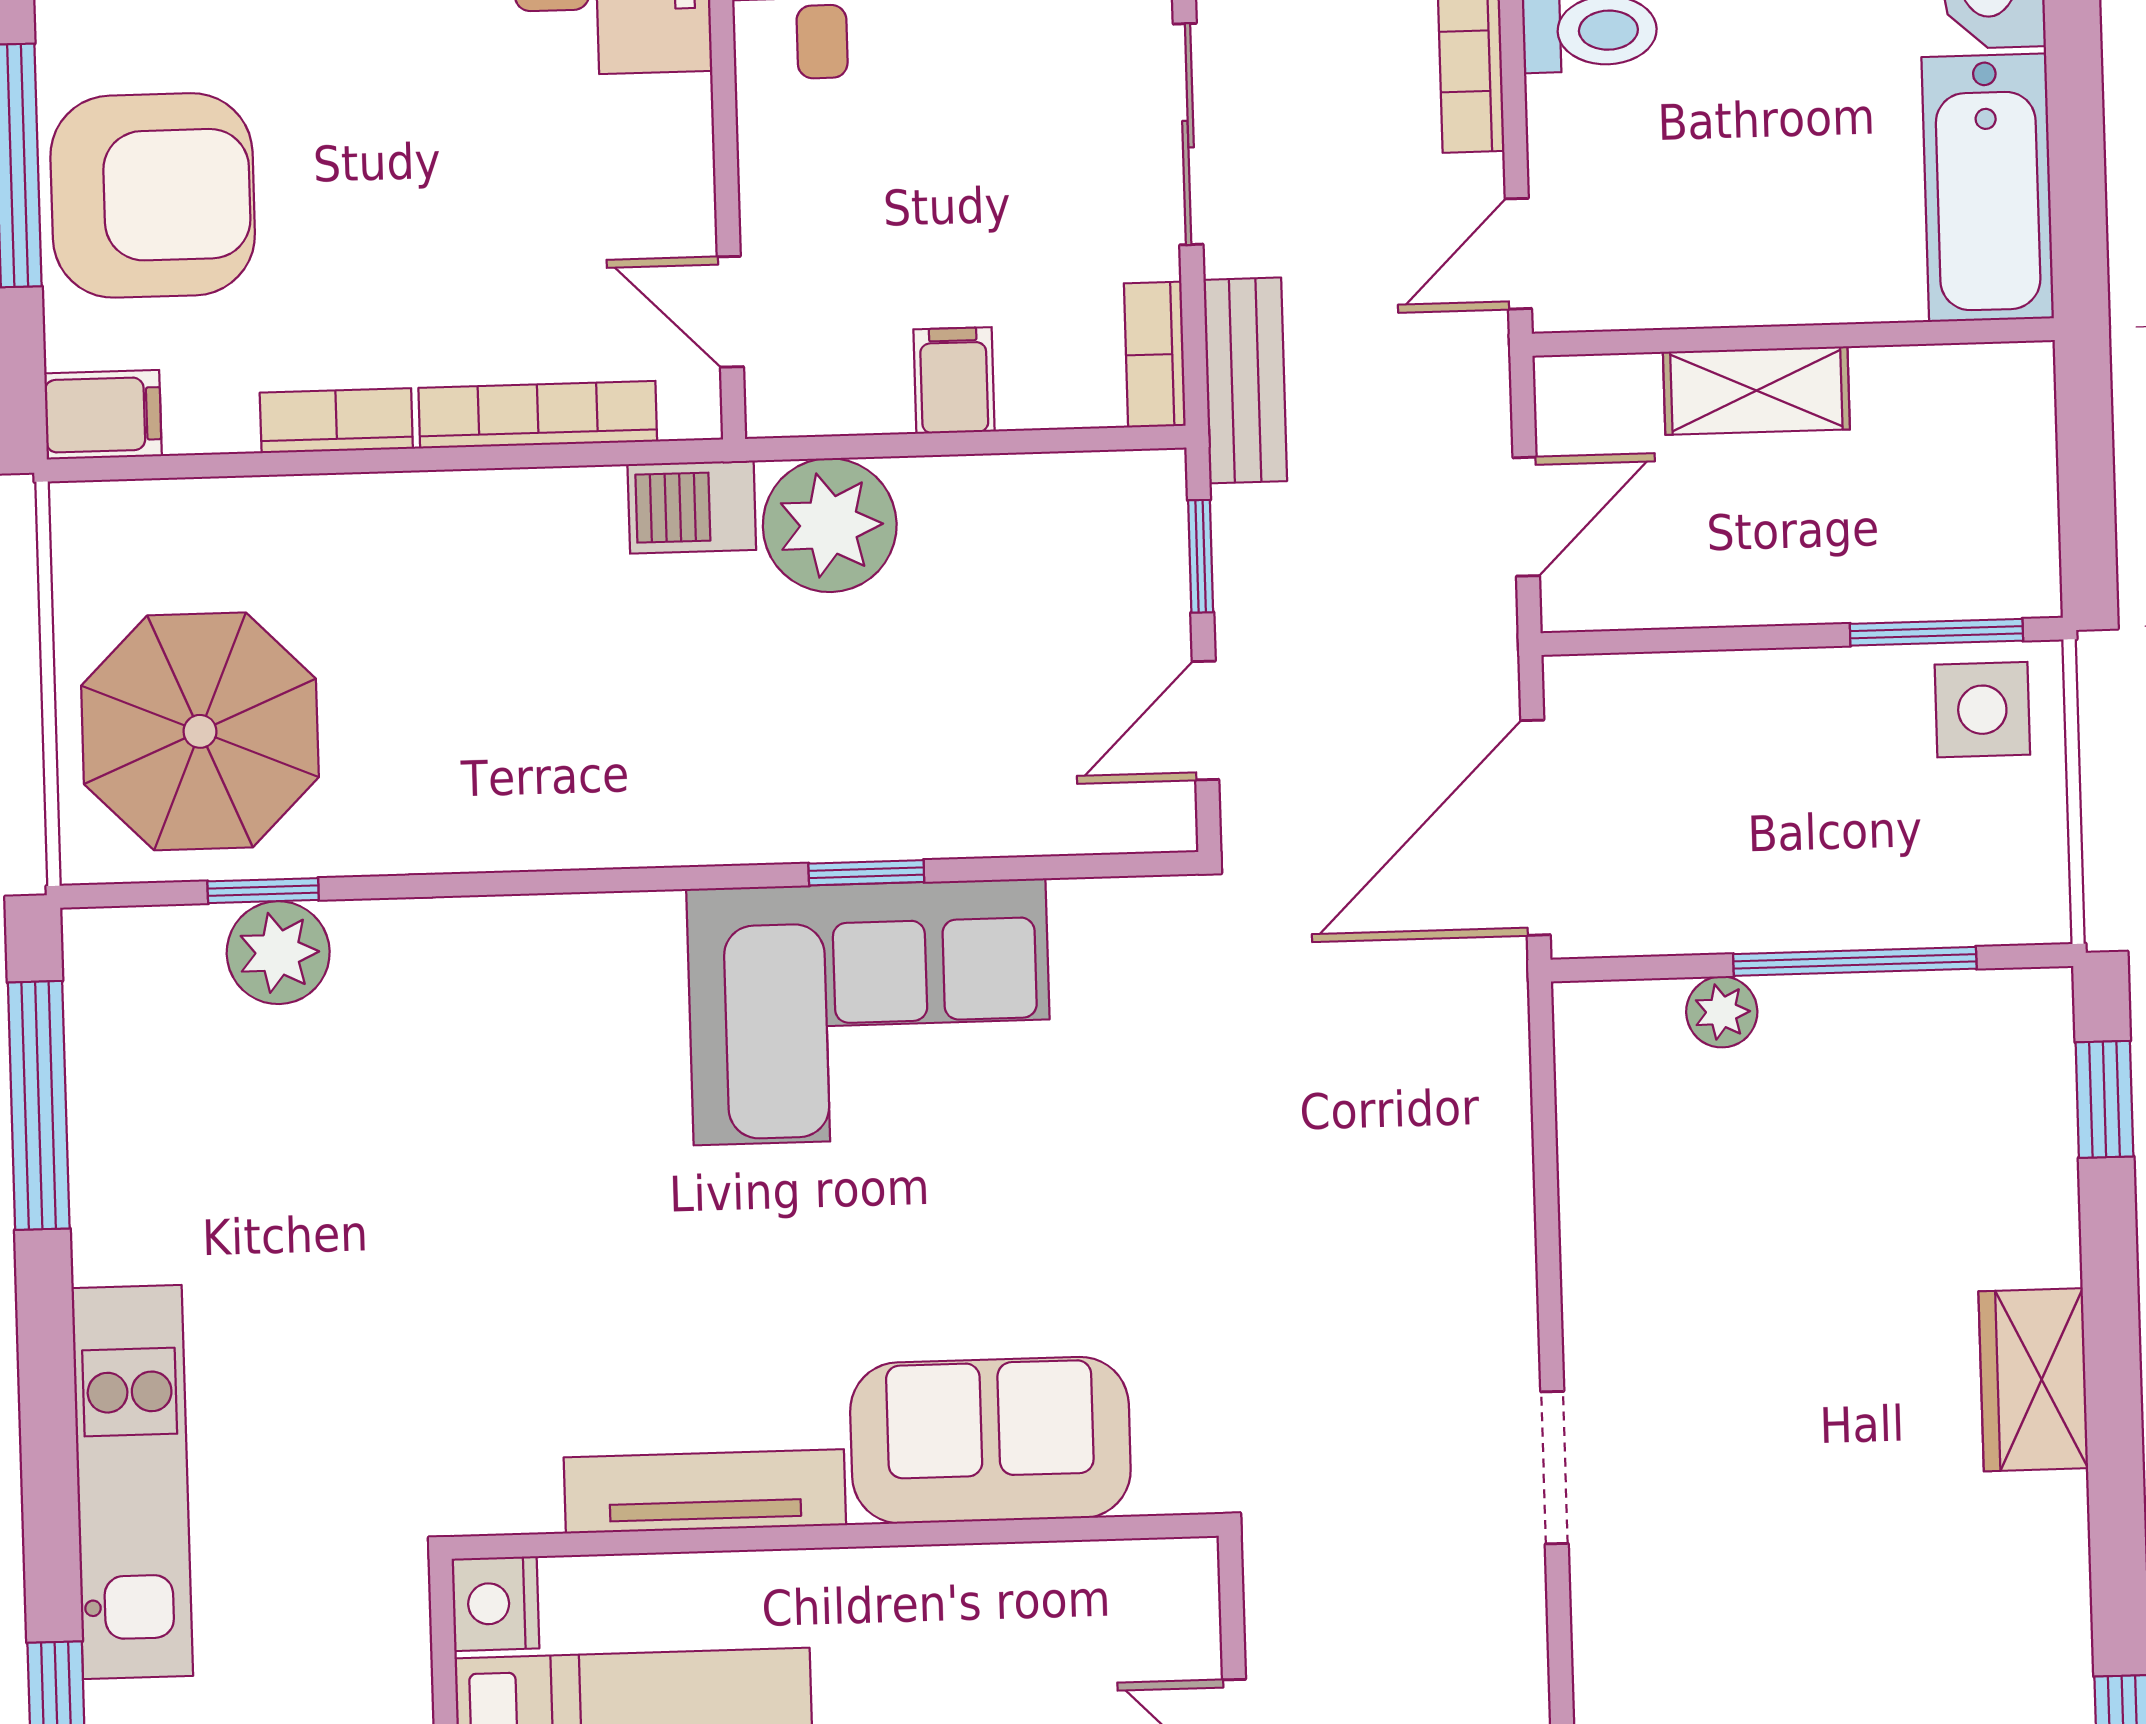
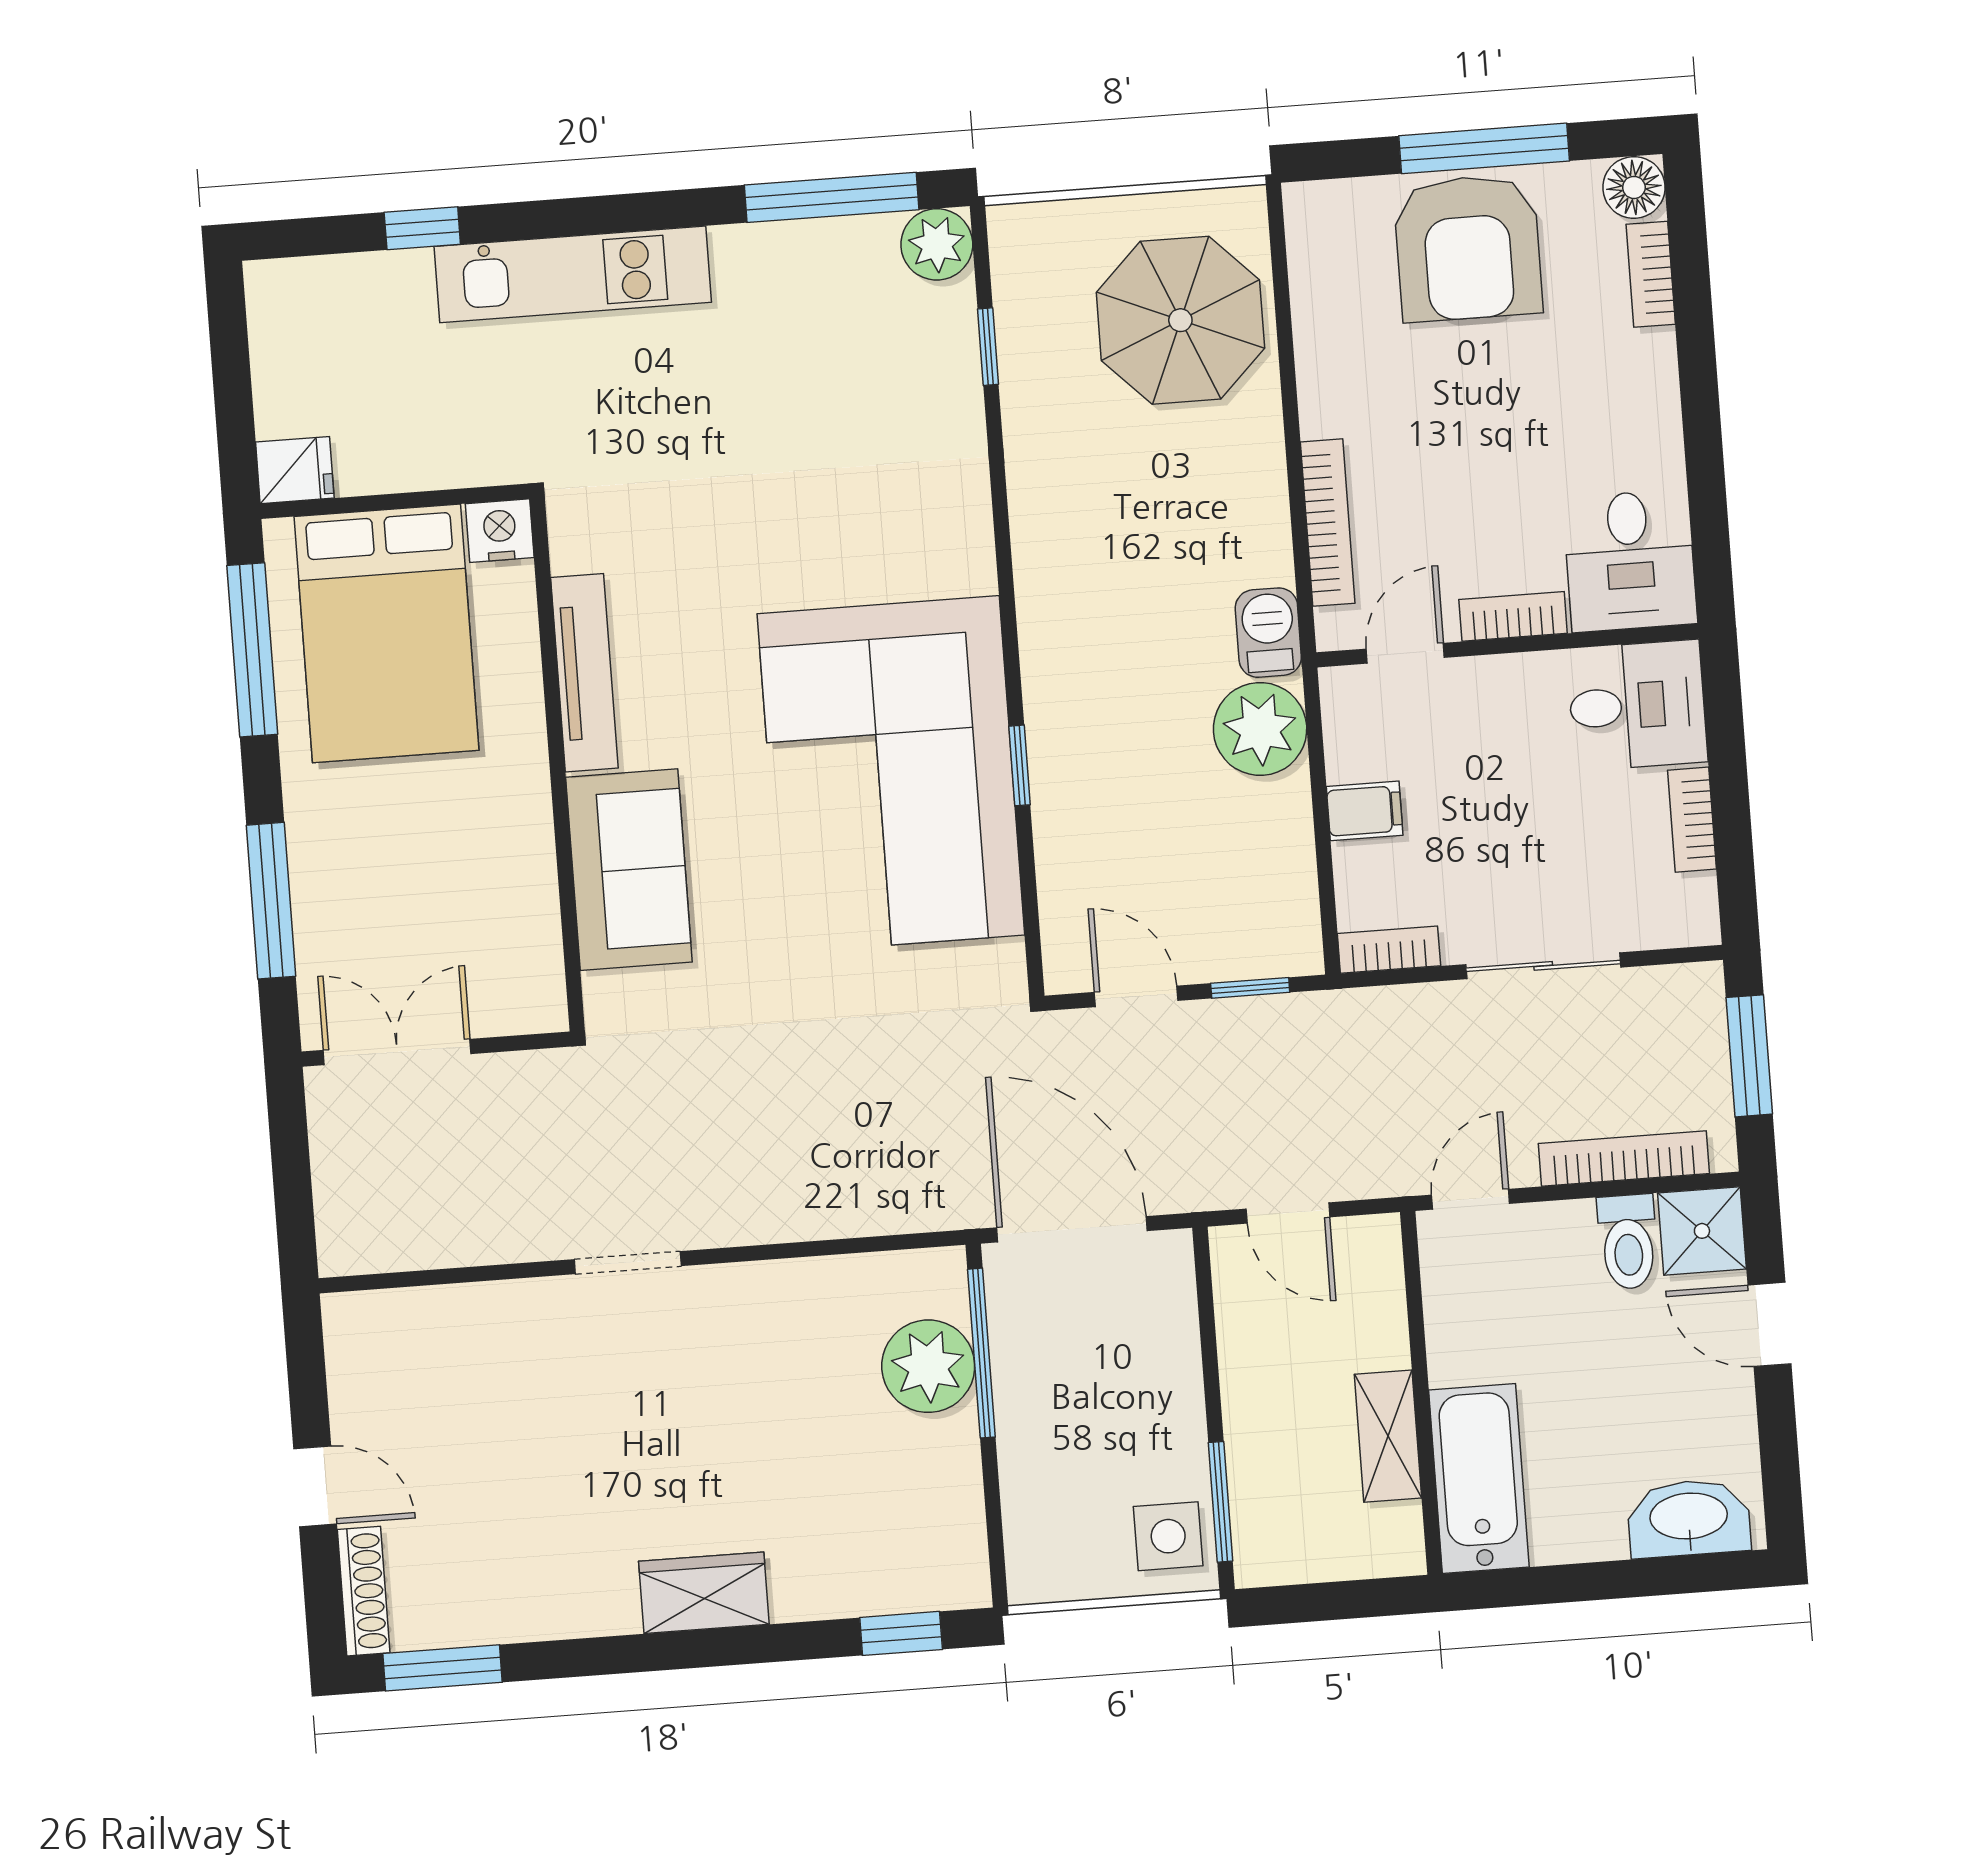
bathtub: (1988, 188) -> (1479, 1478), moved, turned 90
door: (1518, 254) -> (1471, 1199), hinge flipped
bench: (1245, 380) -> (1374, 1013), removed
shelving: (1756, 391) -> (1388, 1436), moved
filing cabinet: (103, 415) -> (1314, 220), removed
bookcase: (336, 421) -> (1513, 616), moved, turned -90
parasol: (200, 731) -> (1180, 320), moved
plant: (278, 953) -> (937, 244), moved
window: (1855, 961) -> (981, 1353), moved
corner sofa: (870, 1012) -> (891, 774), width x1.36, depth x1.36
plant: (1722, 1012) -> (928, 1366), width x1.88, depth x1.88

